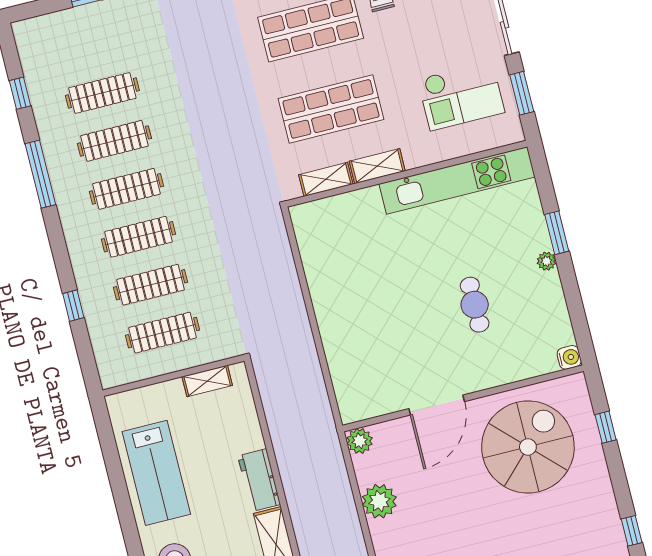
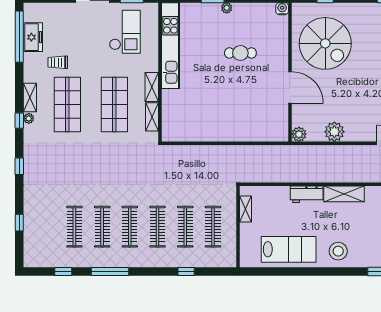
spiral stairs: (528, 447) -> (325, 43), turned 180

